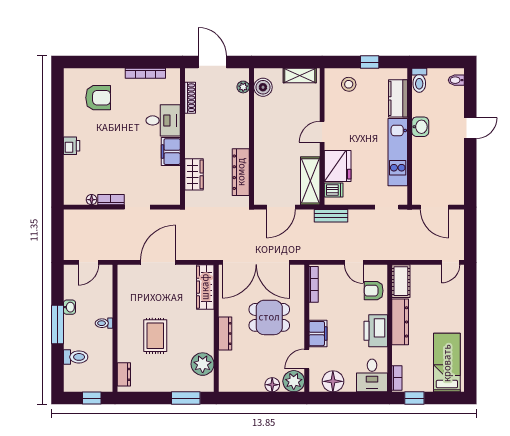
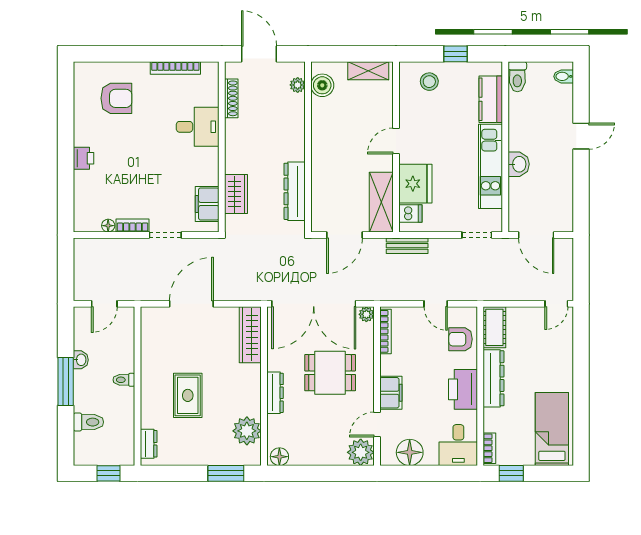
washbasin: (420, 127) -> (519, 164), moved
filing cabinet: (171, 152) -> (207, 204), moved
plant: (298, 271) -> (366, 314), added
floor lamp: (272, 385) -> (279, 457), moved

